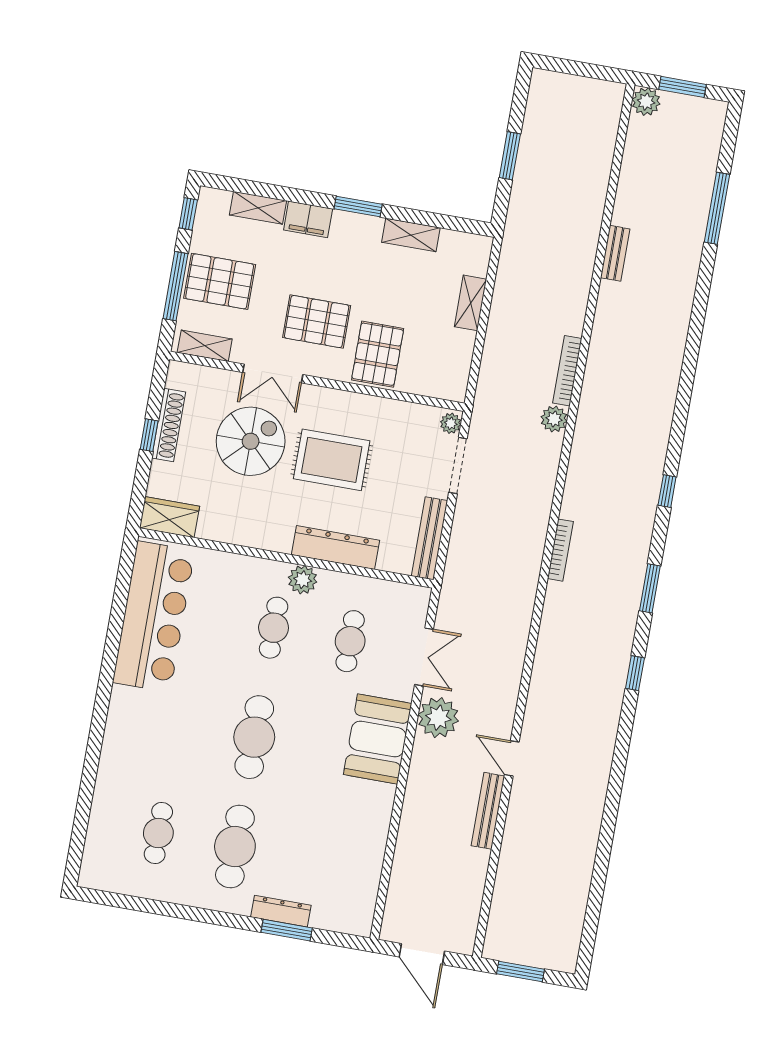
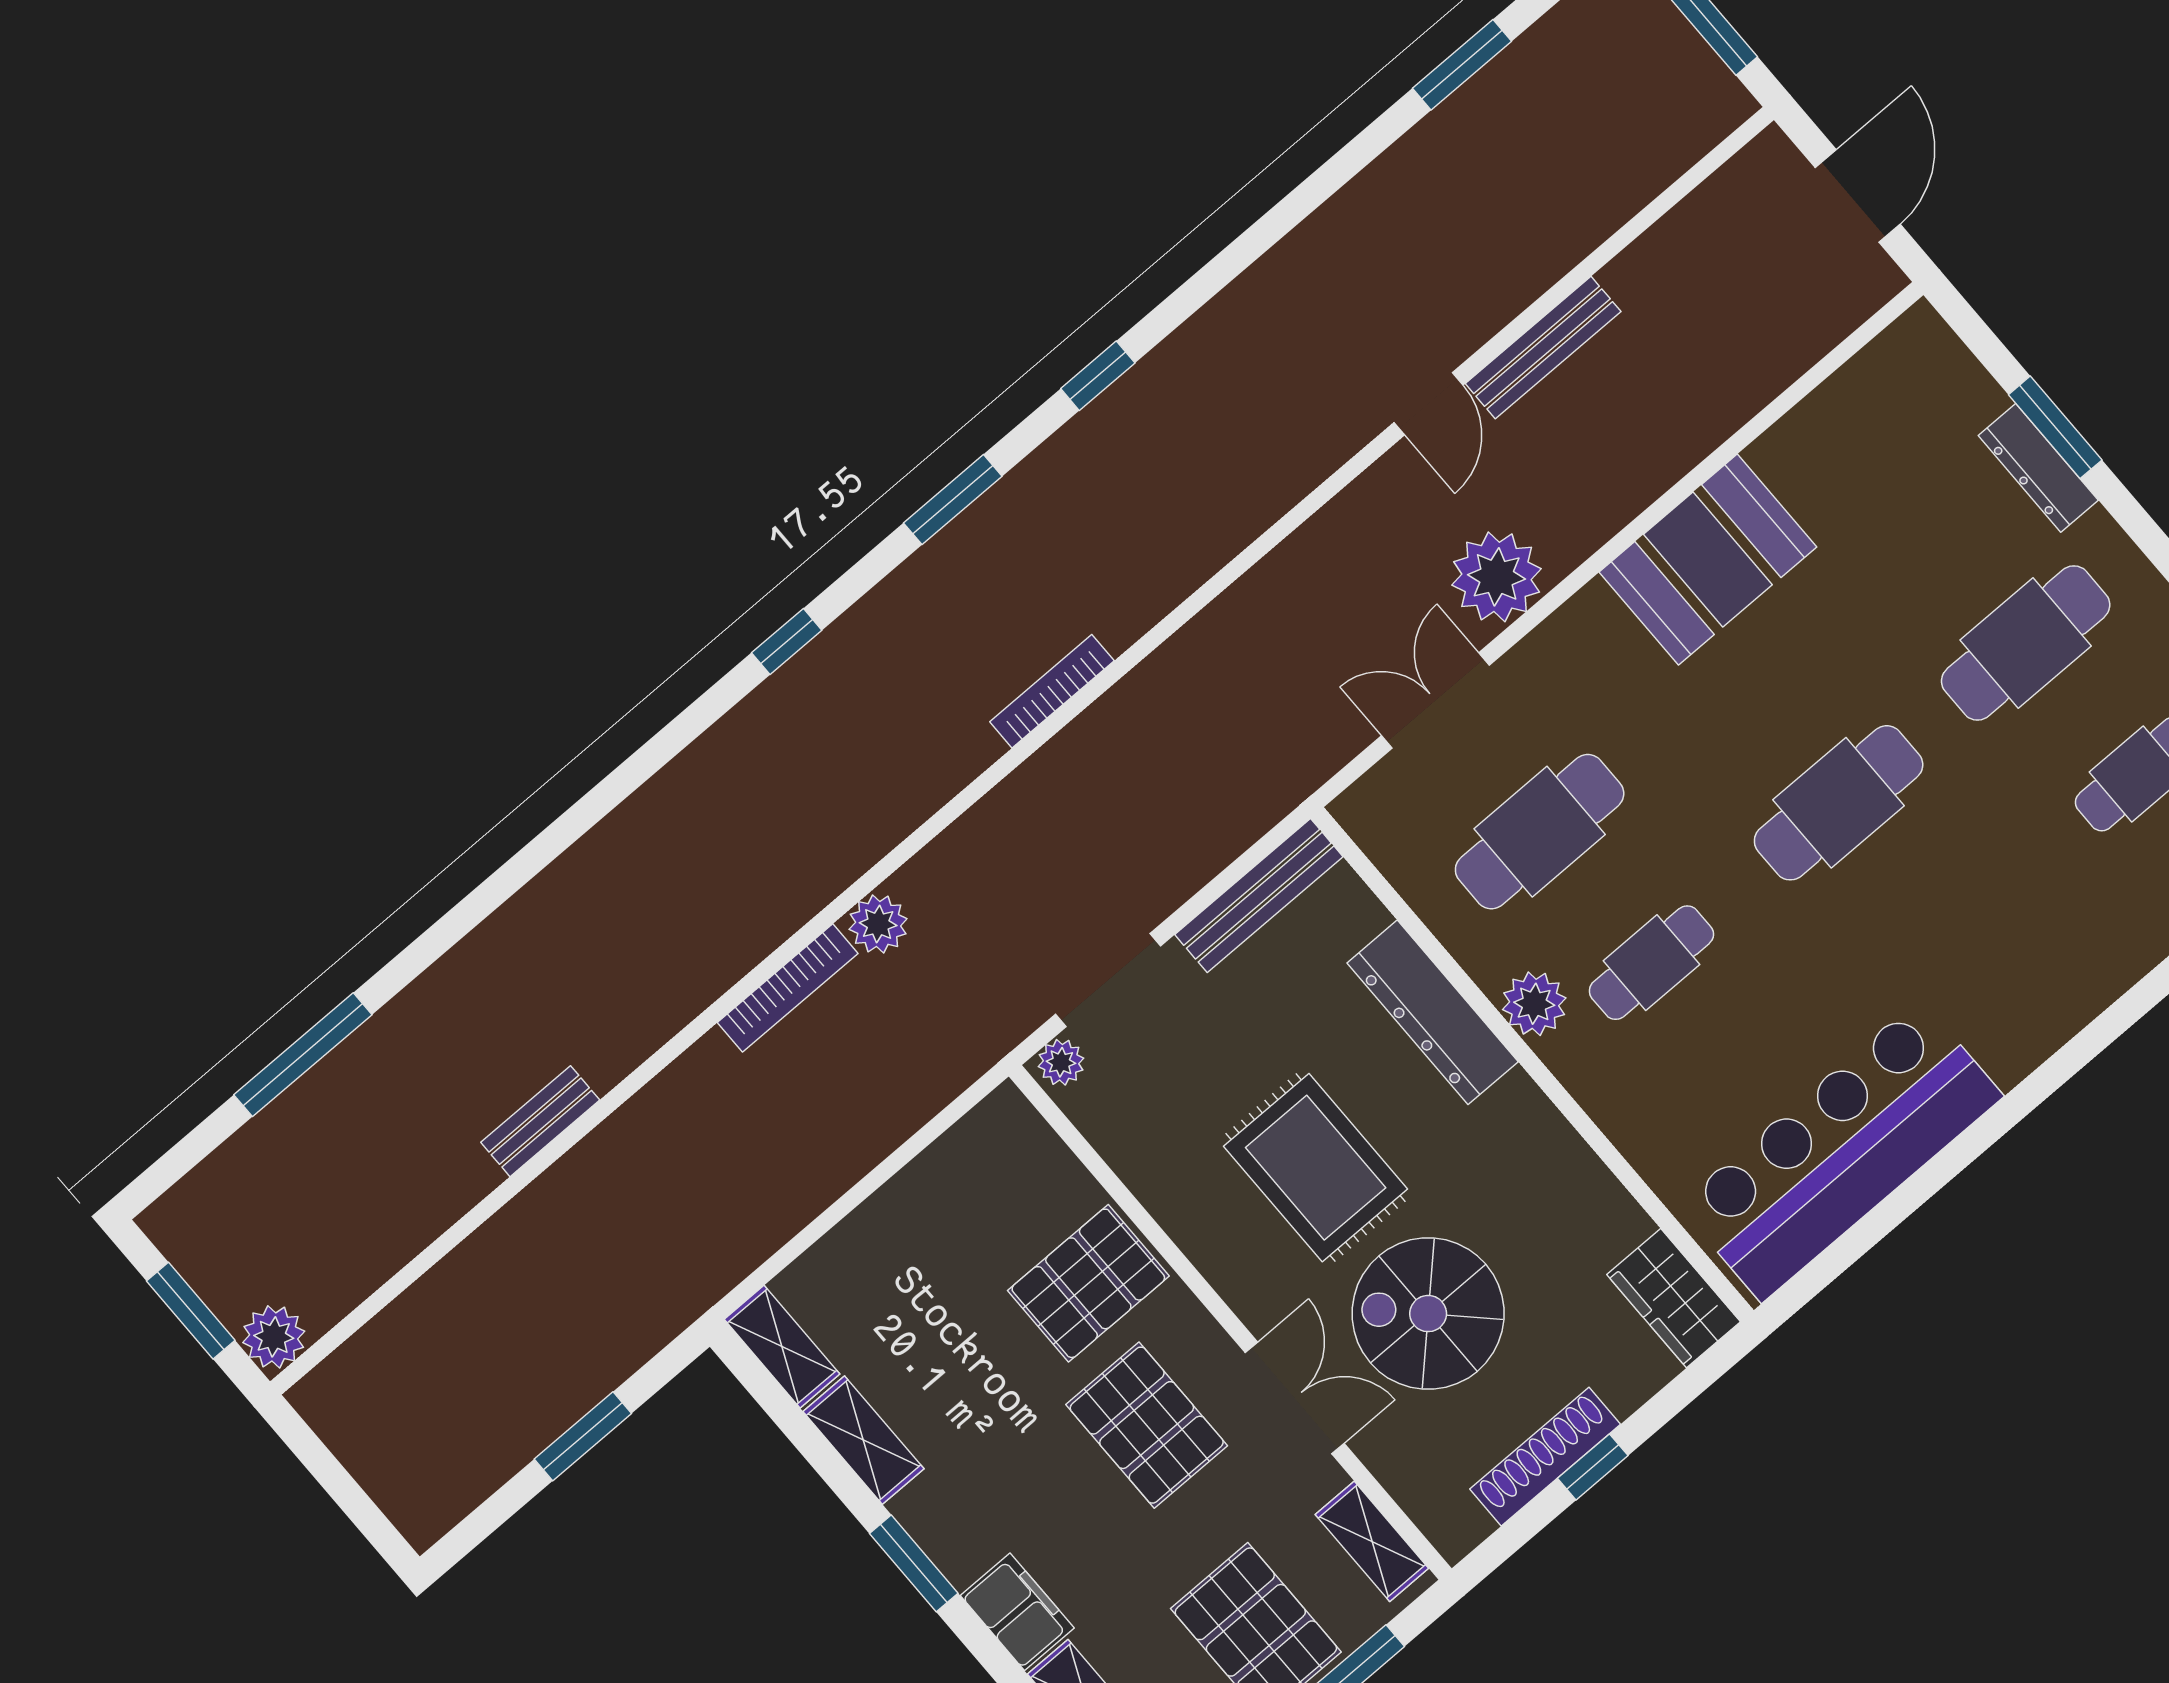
shelving: (471, 303) -> (782, 1347), moved, turned 90
cafe table: (350, 641) -> (1540, 832), width x1.37, depth x1.35
booth: (378, 739) -> (1708, 559), moved
window: (597, 886) -> (1462, 65), added

